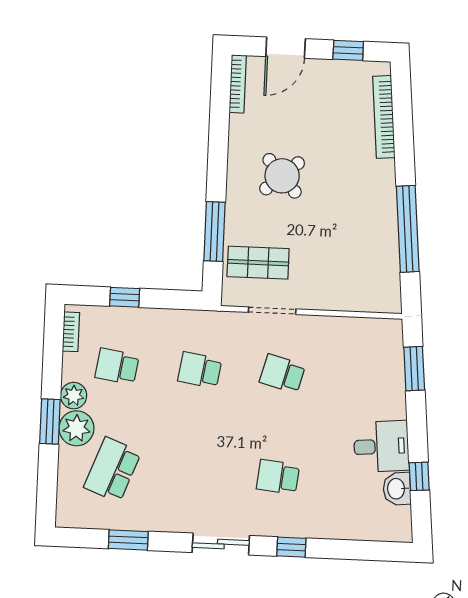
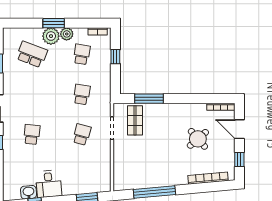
round table: (282, 176) -> (198, 139), moved

